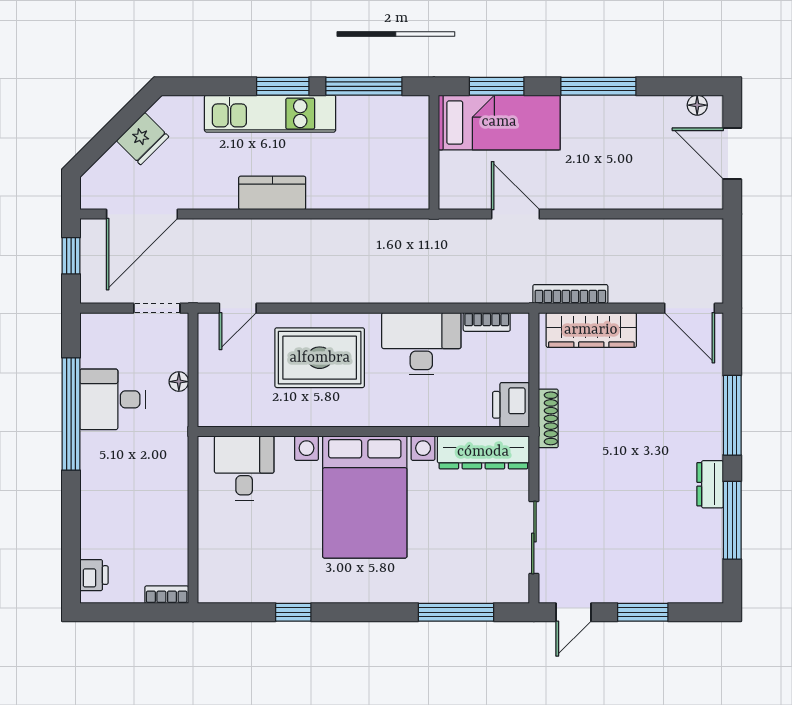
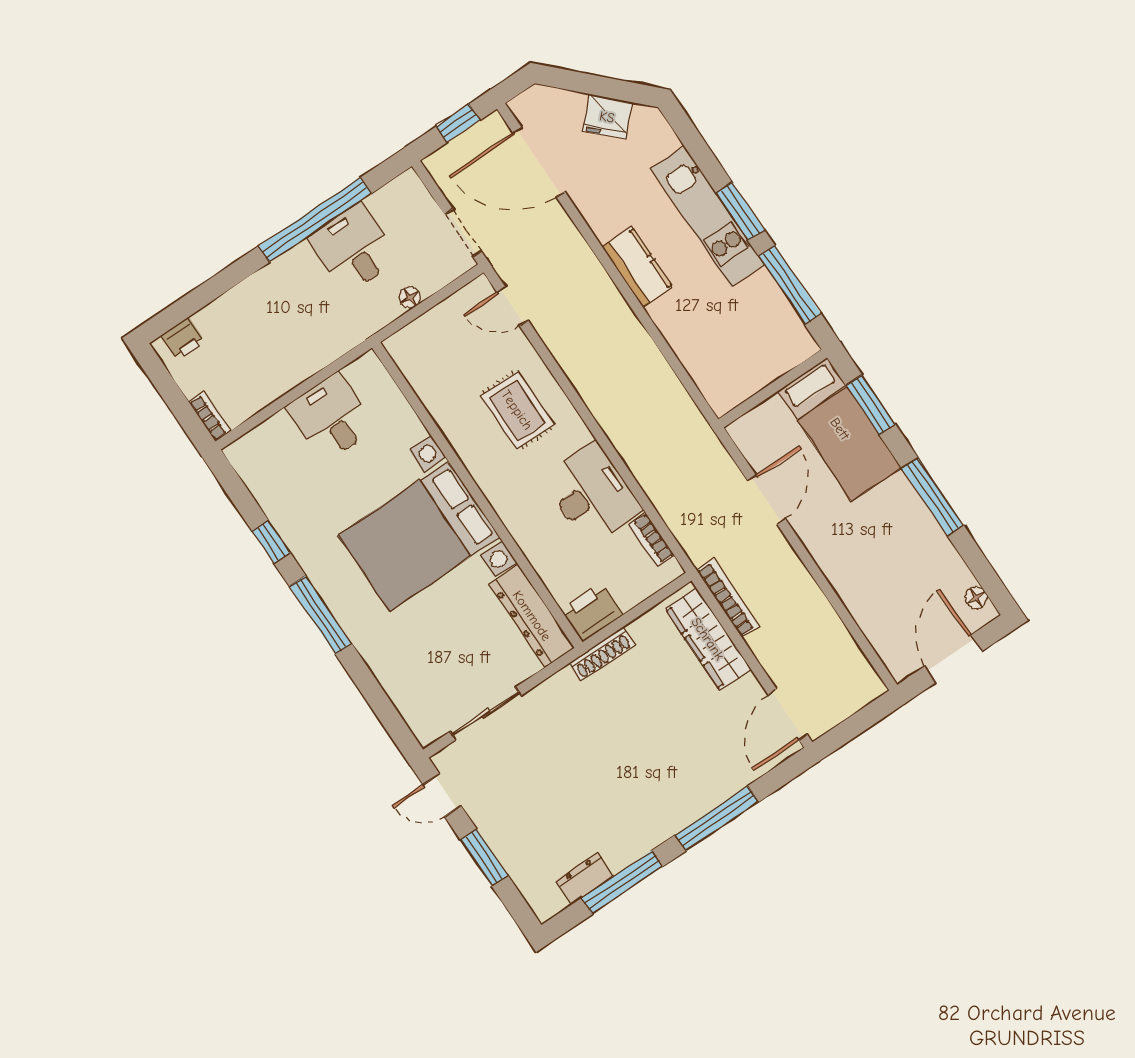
rug: (320, 358) -> (517, 410), width x0.73, depth x0.70
desk: (244, 468) -> (331, 417), moved, turned -90
dresser: (710, 484) -> (585, 879), moved
window: (456, 612) -> (321, 615), moved

